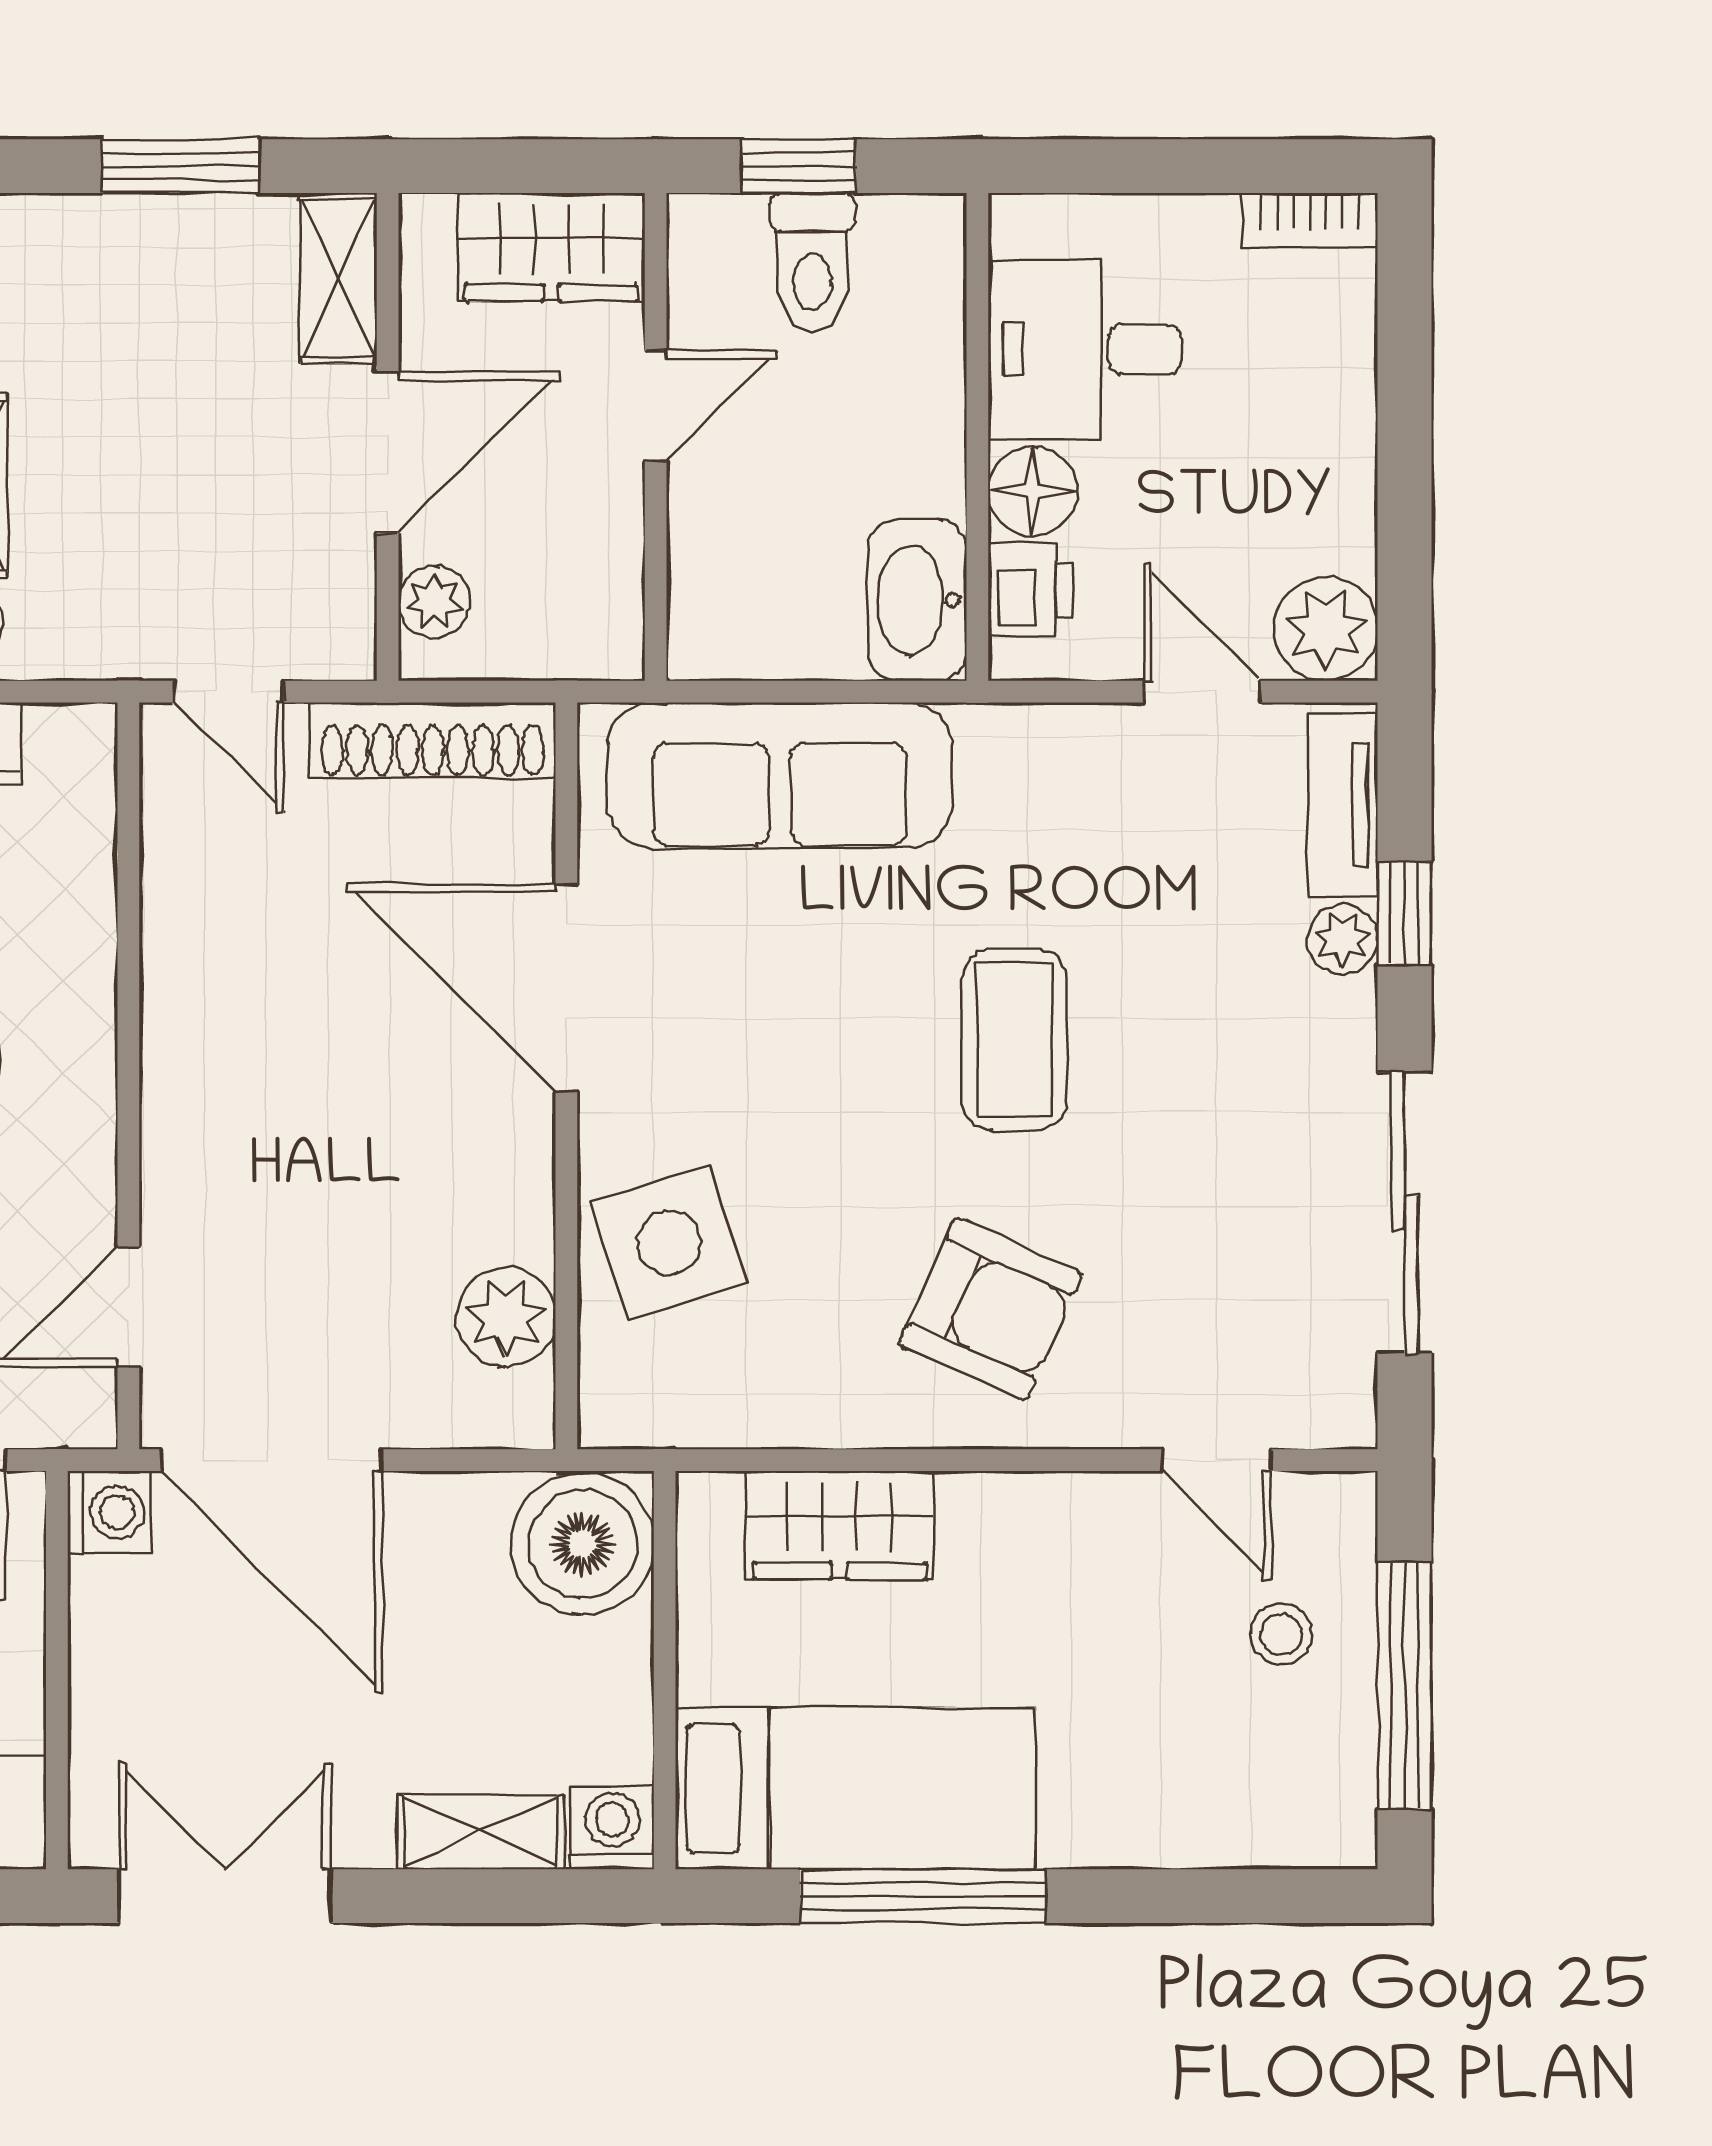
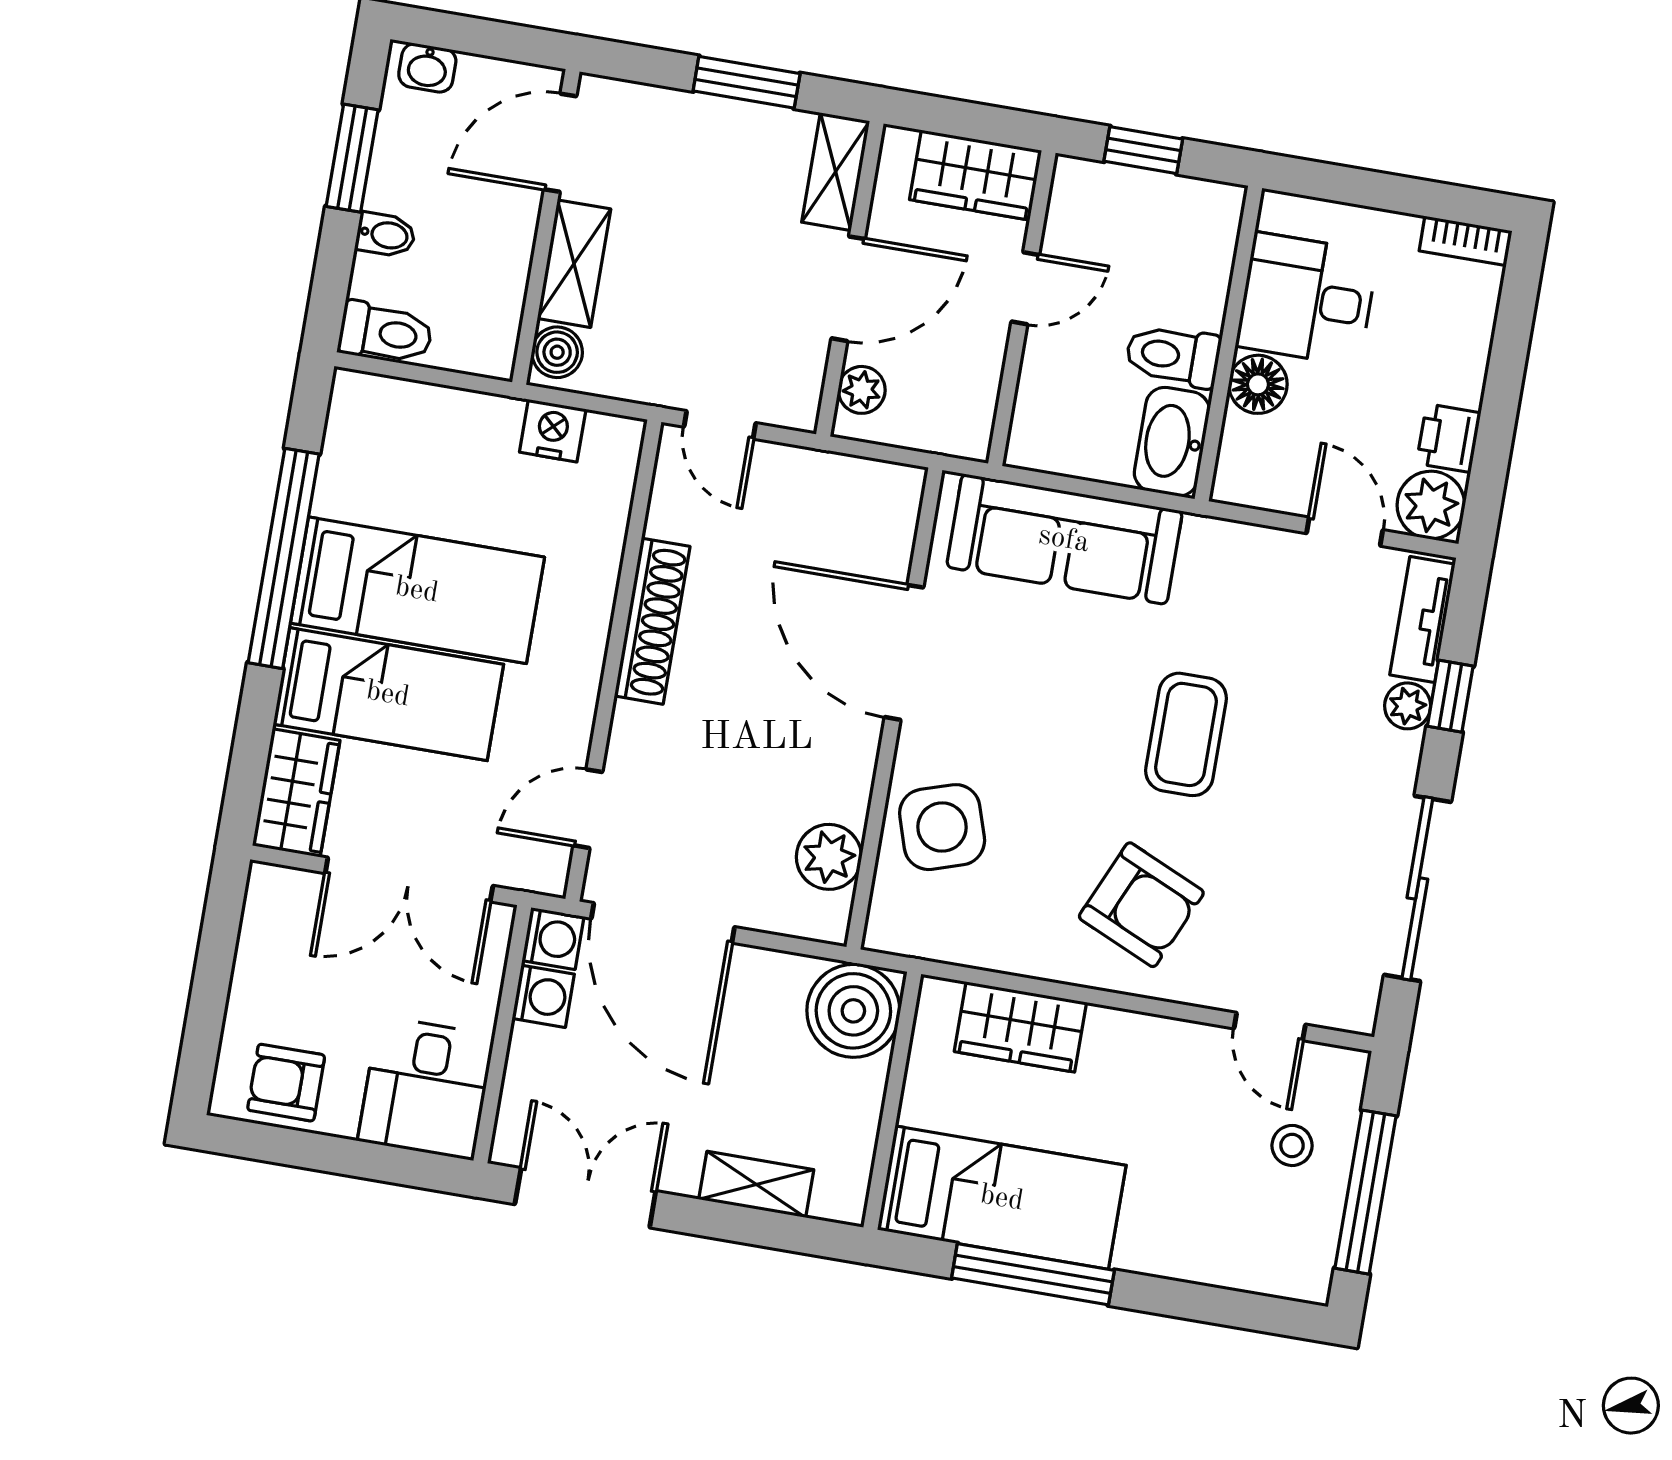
toilet: (812, 263) -> (1173, 356), moved, turned 90
printer: (1031, 590) -> (1449, 438), moved, turned 180
shoe rack: (433, 740) -> (652, 621), moved, turned -90
washing machine: (612, 1828) -> (543, 996), moved, turned 90

